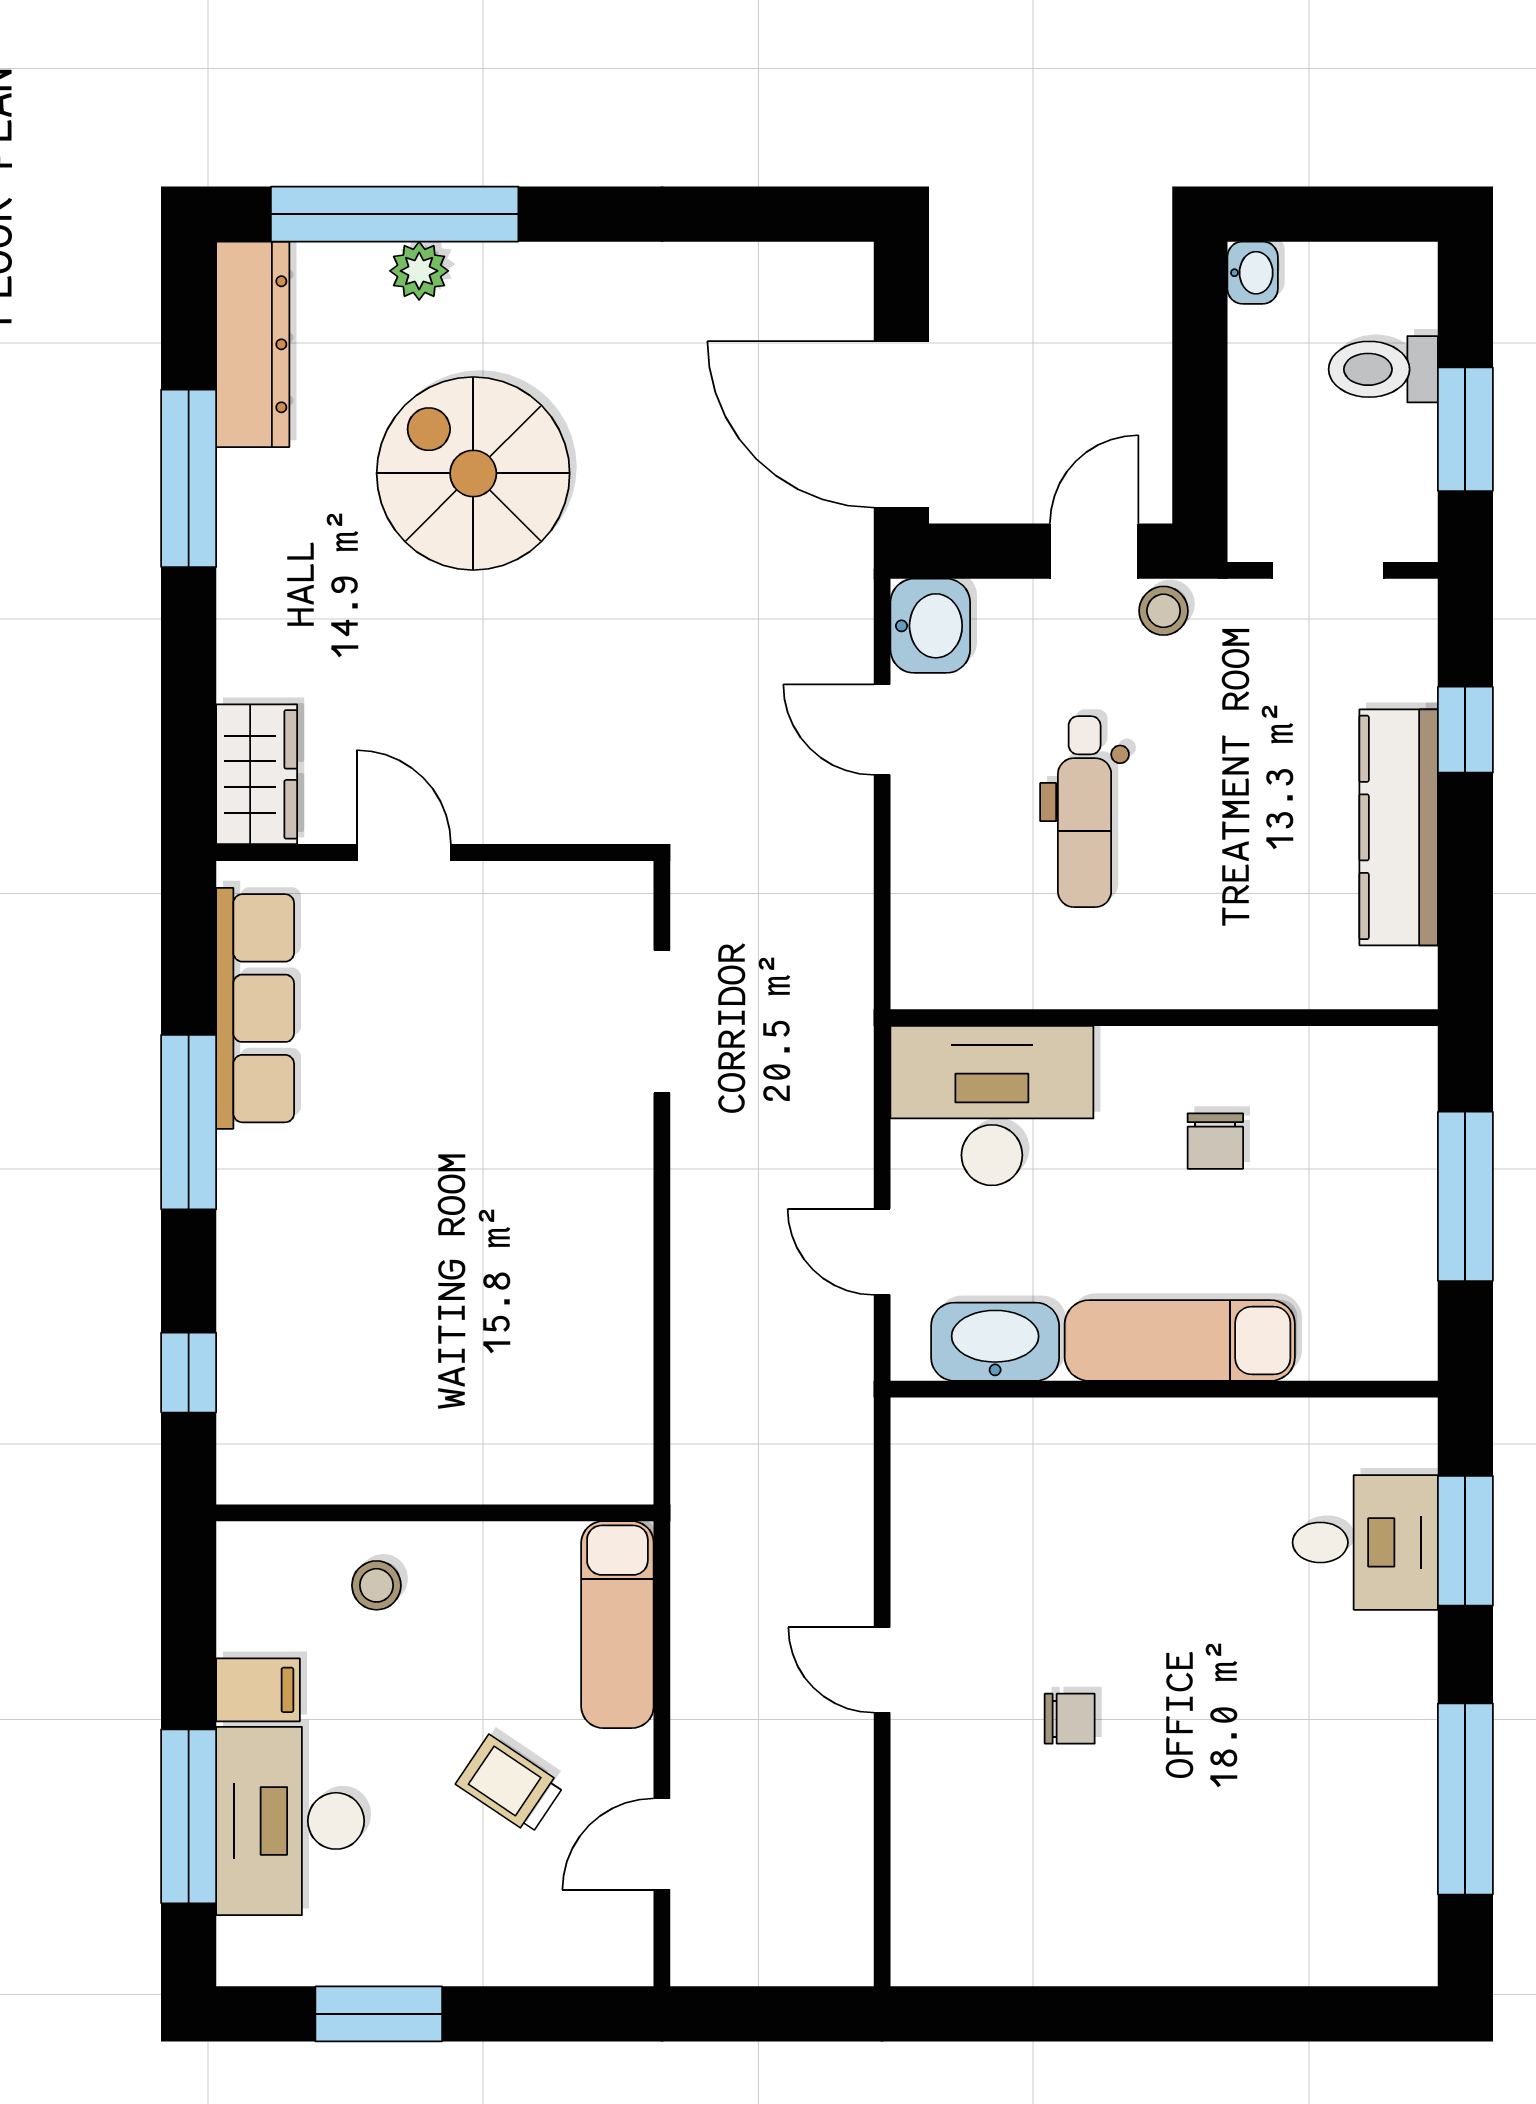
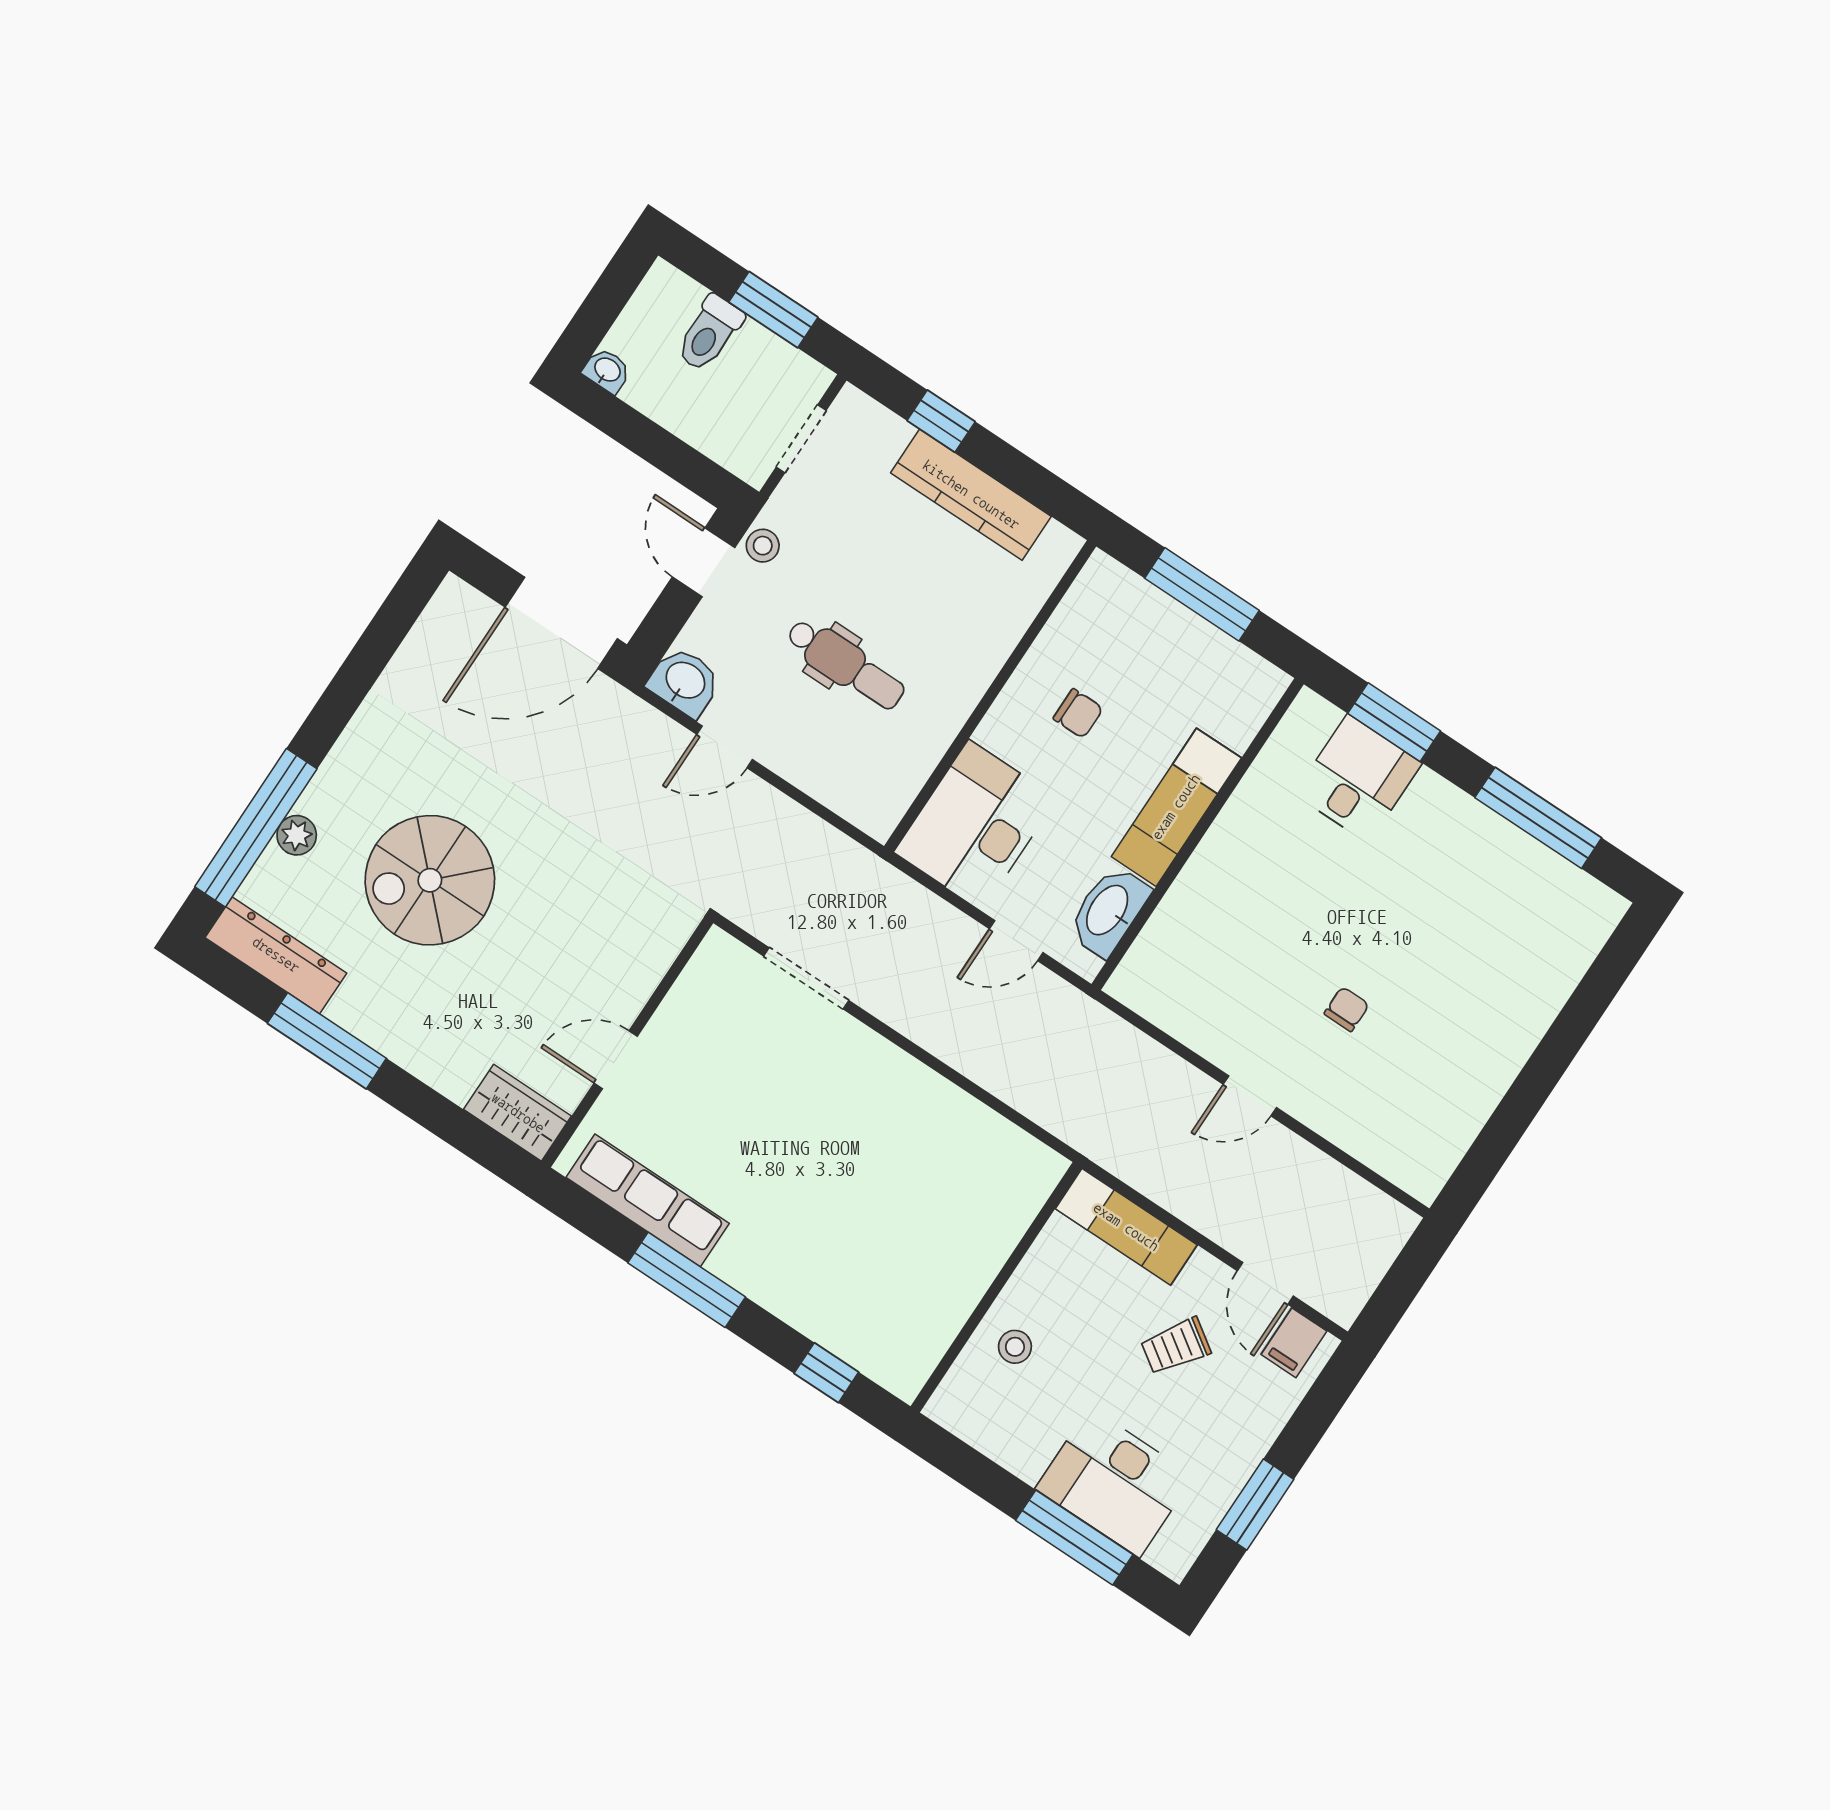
filing cabinet: (258, 1690) -> (1294, 1343), moved, turned 180

